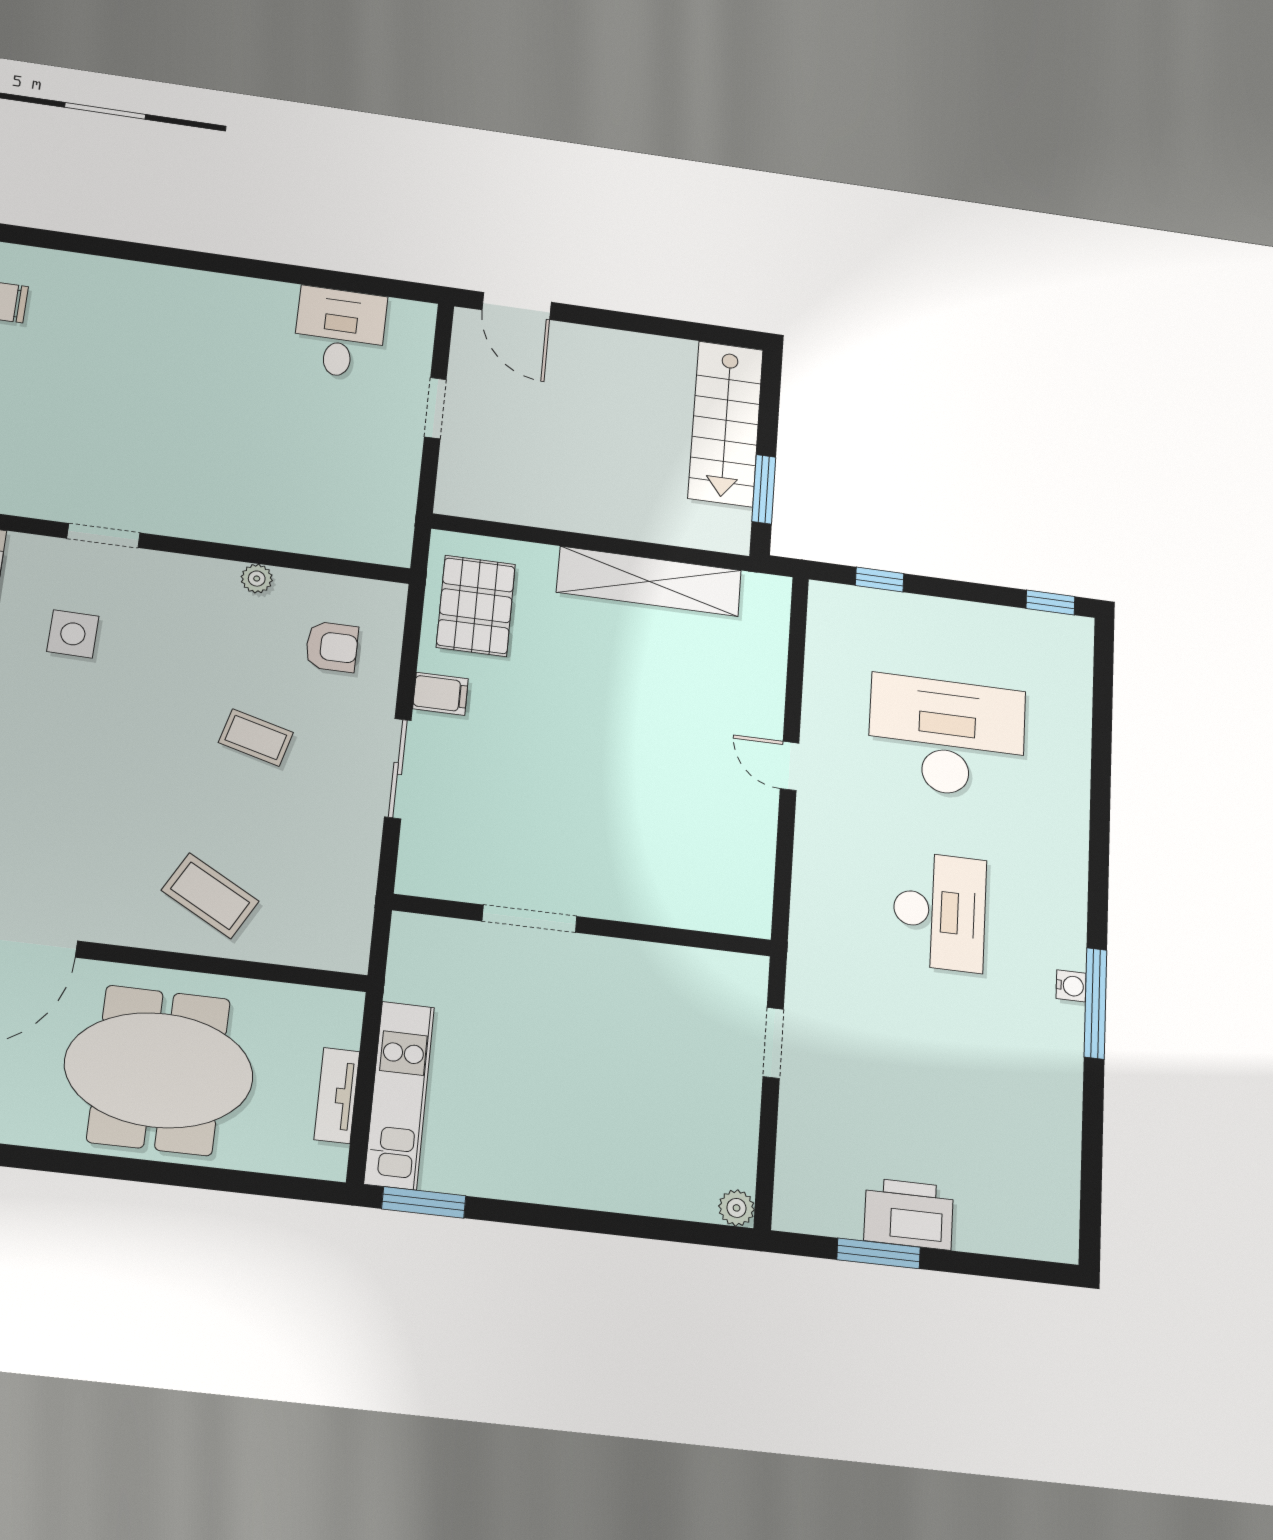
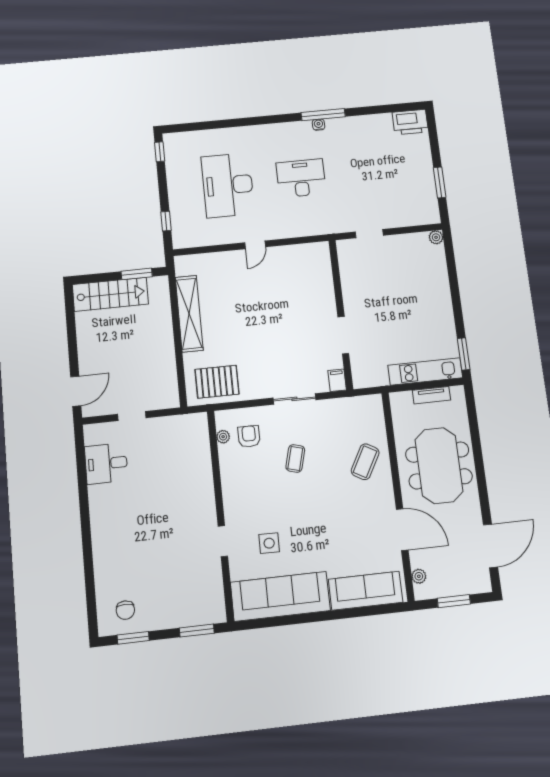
plant: (257, 579) -> (223, 437), moved
filing cabinet: (440, 694) -> (337, 380), moved
printer: (909, 1214) -> (410, 122), moved, turned -90

